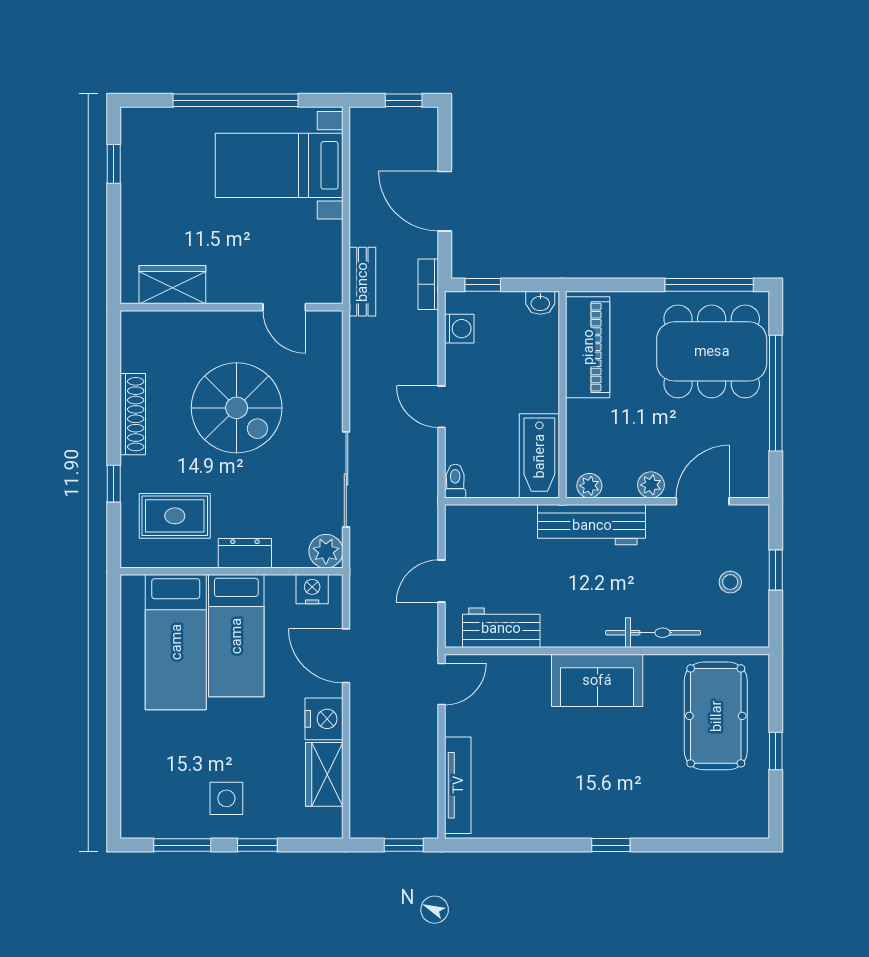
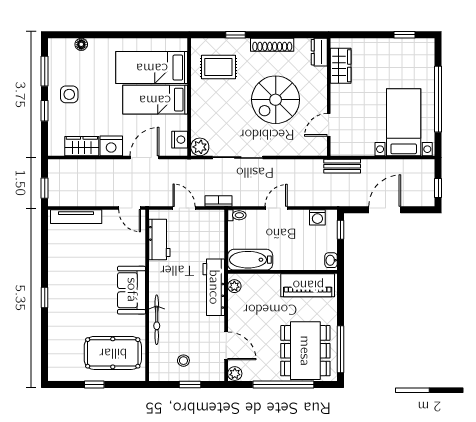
bookcase: (428, 284) -> (218, 201), moved
plant: (651, 485) -> (235, 374), moved
rug: (175, 516) -> (218, 67), turned 90
dresser: (245, 553) -> (319, 52), moved, turned 180
floor lamp: (132, 776) -> (81, 44), added

